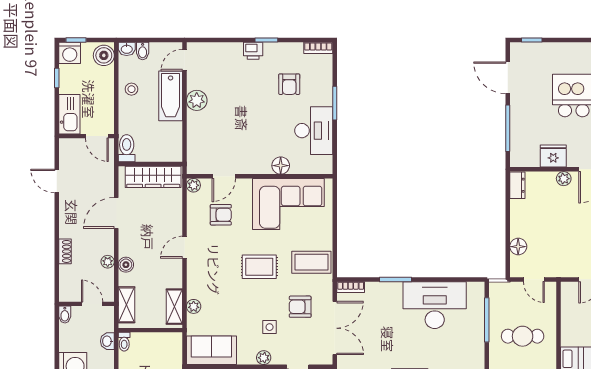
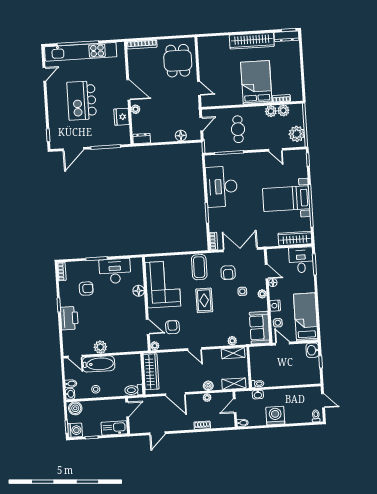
printer: (253, 51) -> (69, 318), width x1.87, depth x1.48

